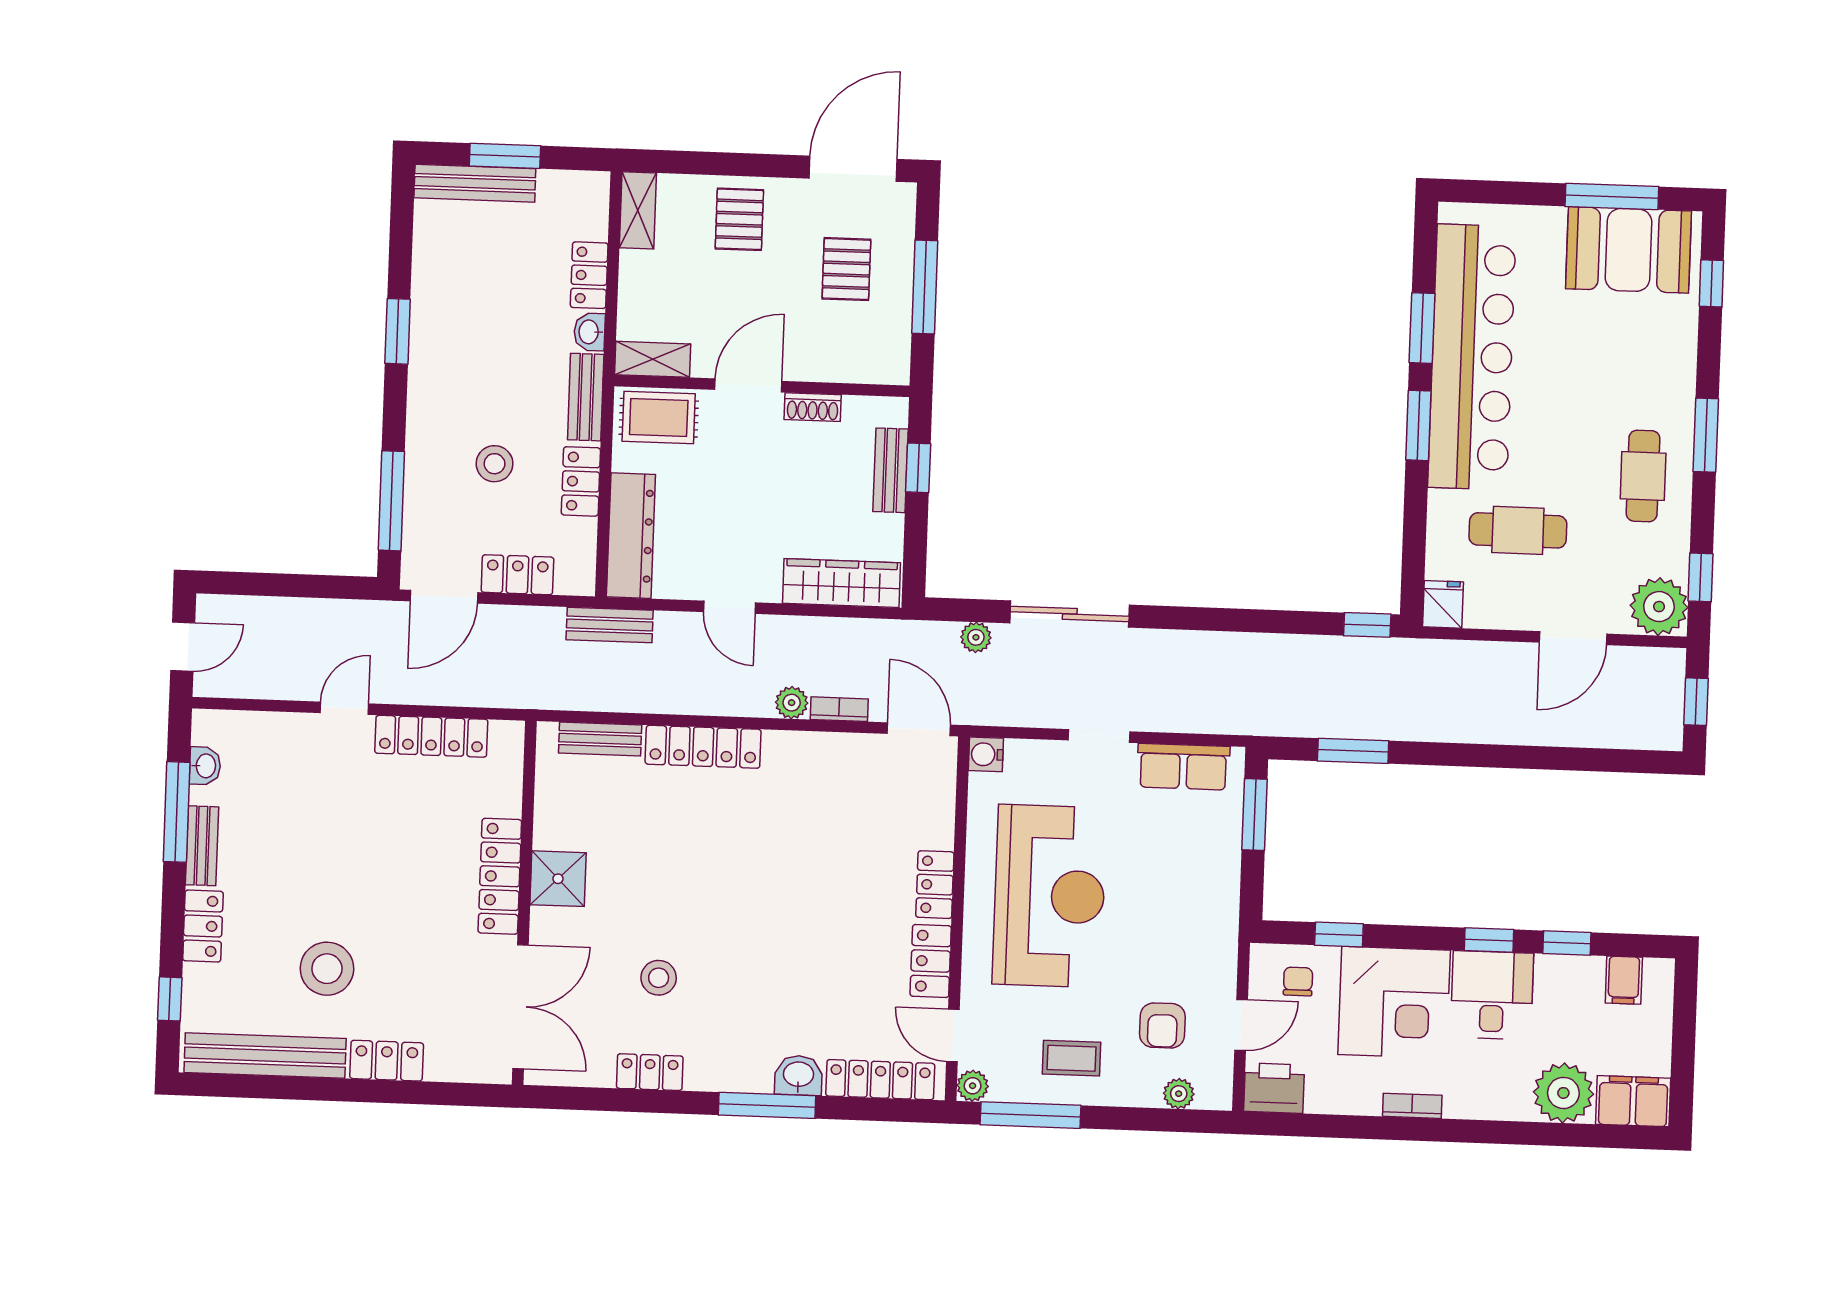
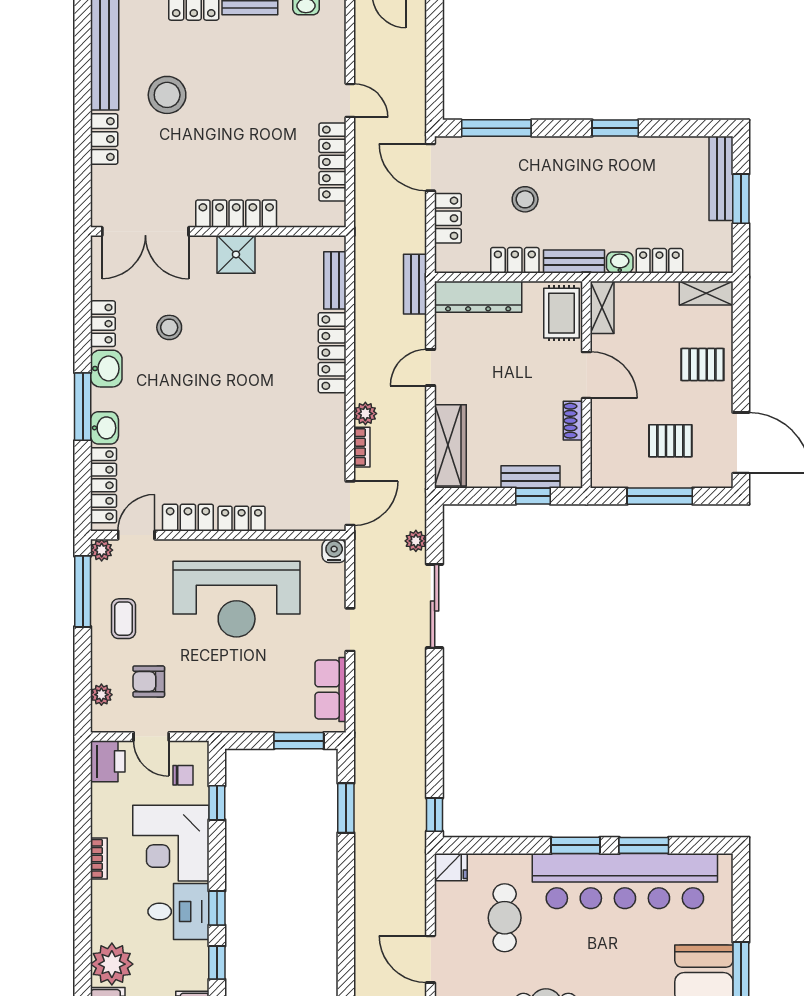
washbasin: (714, 1070) -> (106, 369), added

